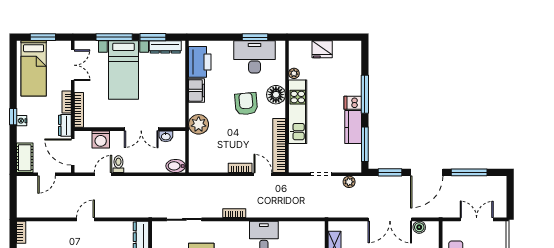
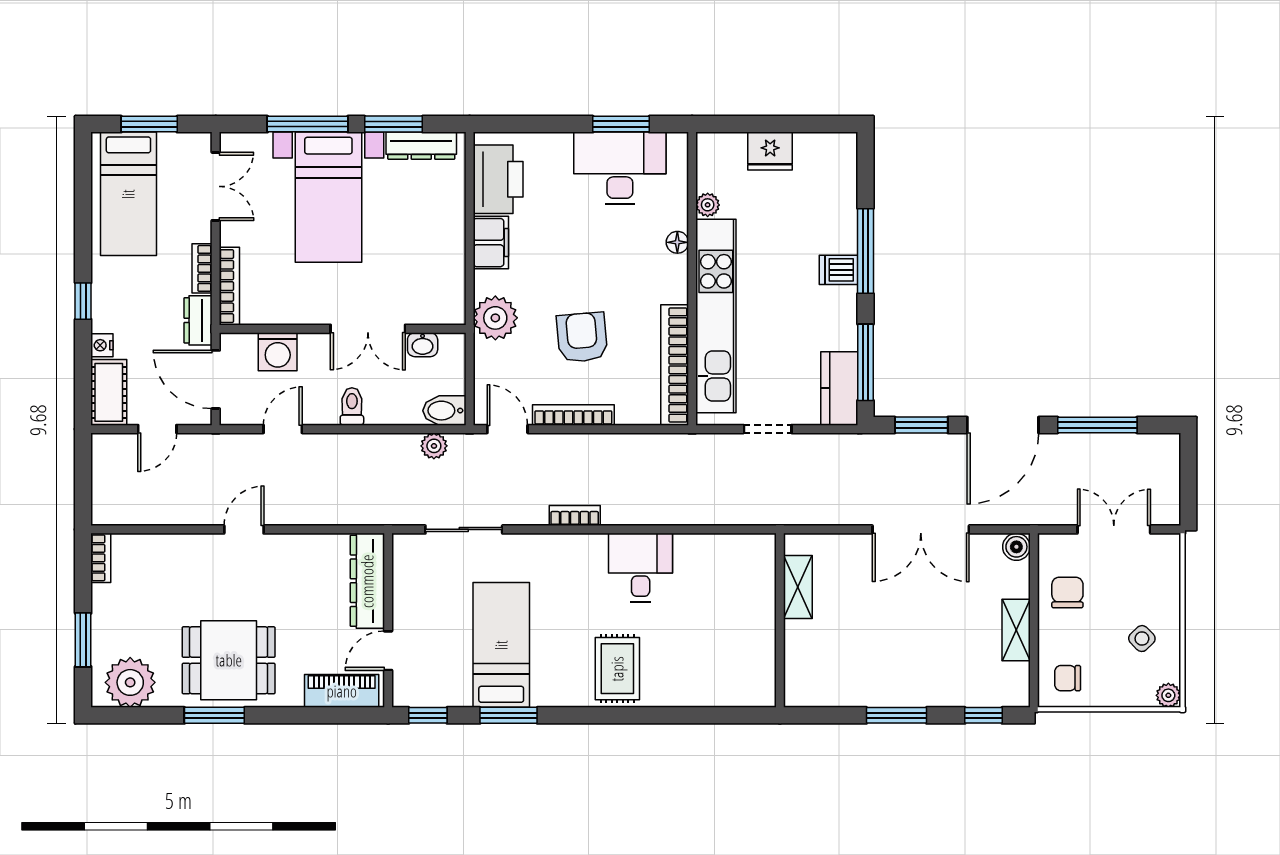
floor lamp: (276, 95) -> (677, 242), width x0.53, depth x0.53
armchair: (246, 104) -> (582, 337), moved
kitchen unit: (298, 112) -> (716, 316), width x1.36
nightstand: (22, 121) -> (102, 345), moved
kitchen counter: (353, 127) -> (839, 388), moved
toilet: (118, 164) -> (352, 406), moved
bookcase: (240, 168) -> (573, 415), width x1.56
door: (263, 174) -> (507, 429), moved
plant: (349, 182) -> (434, 446), moved
boiler: (419, 227) -> (1016, 547), moved

